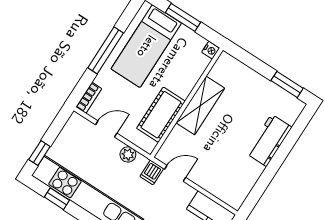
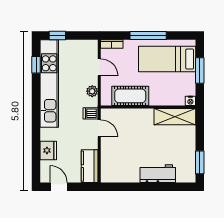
shelving: (200, 106) -> (175, 117), moved

